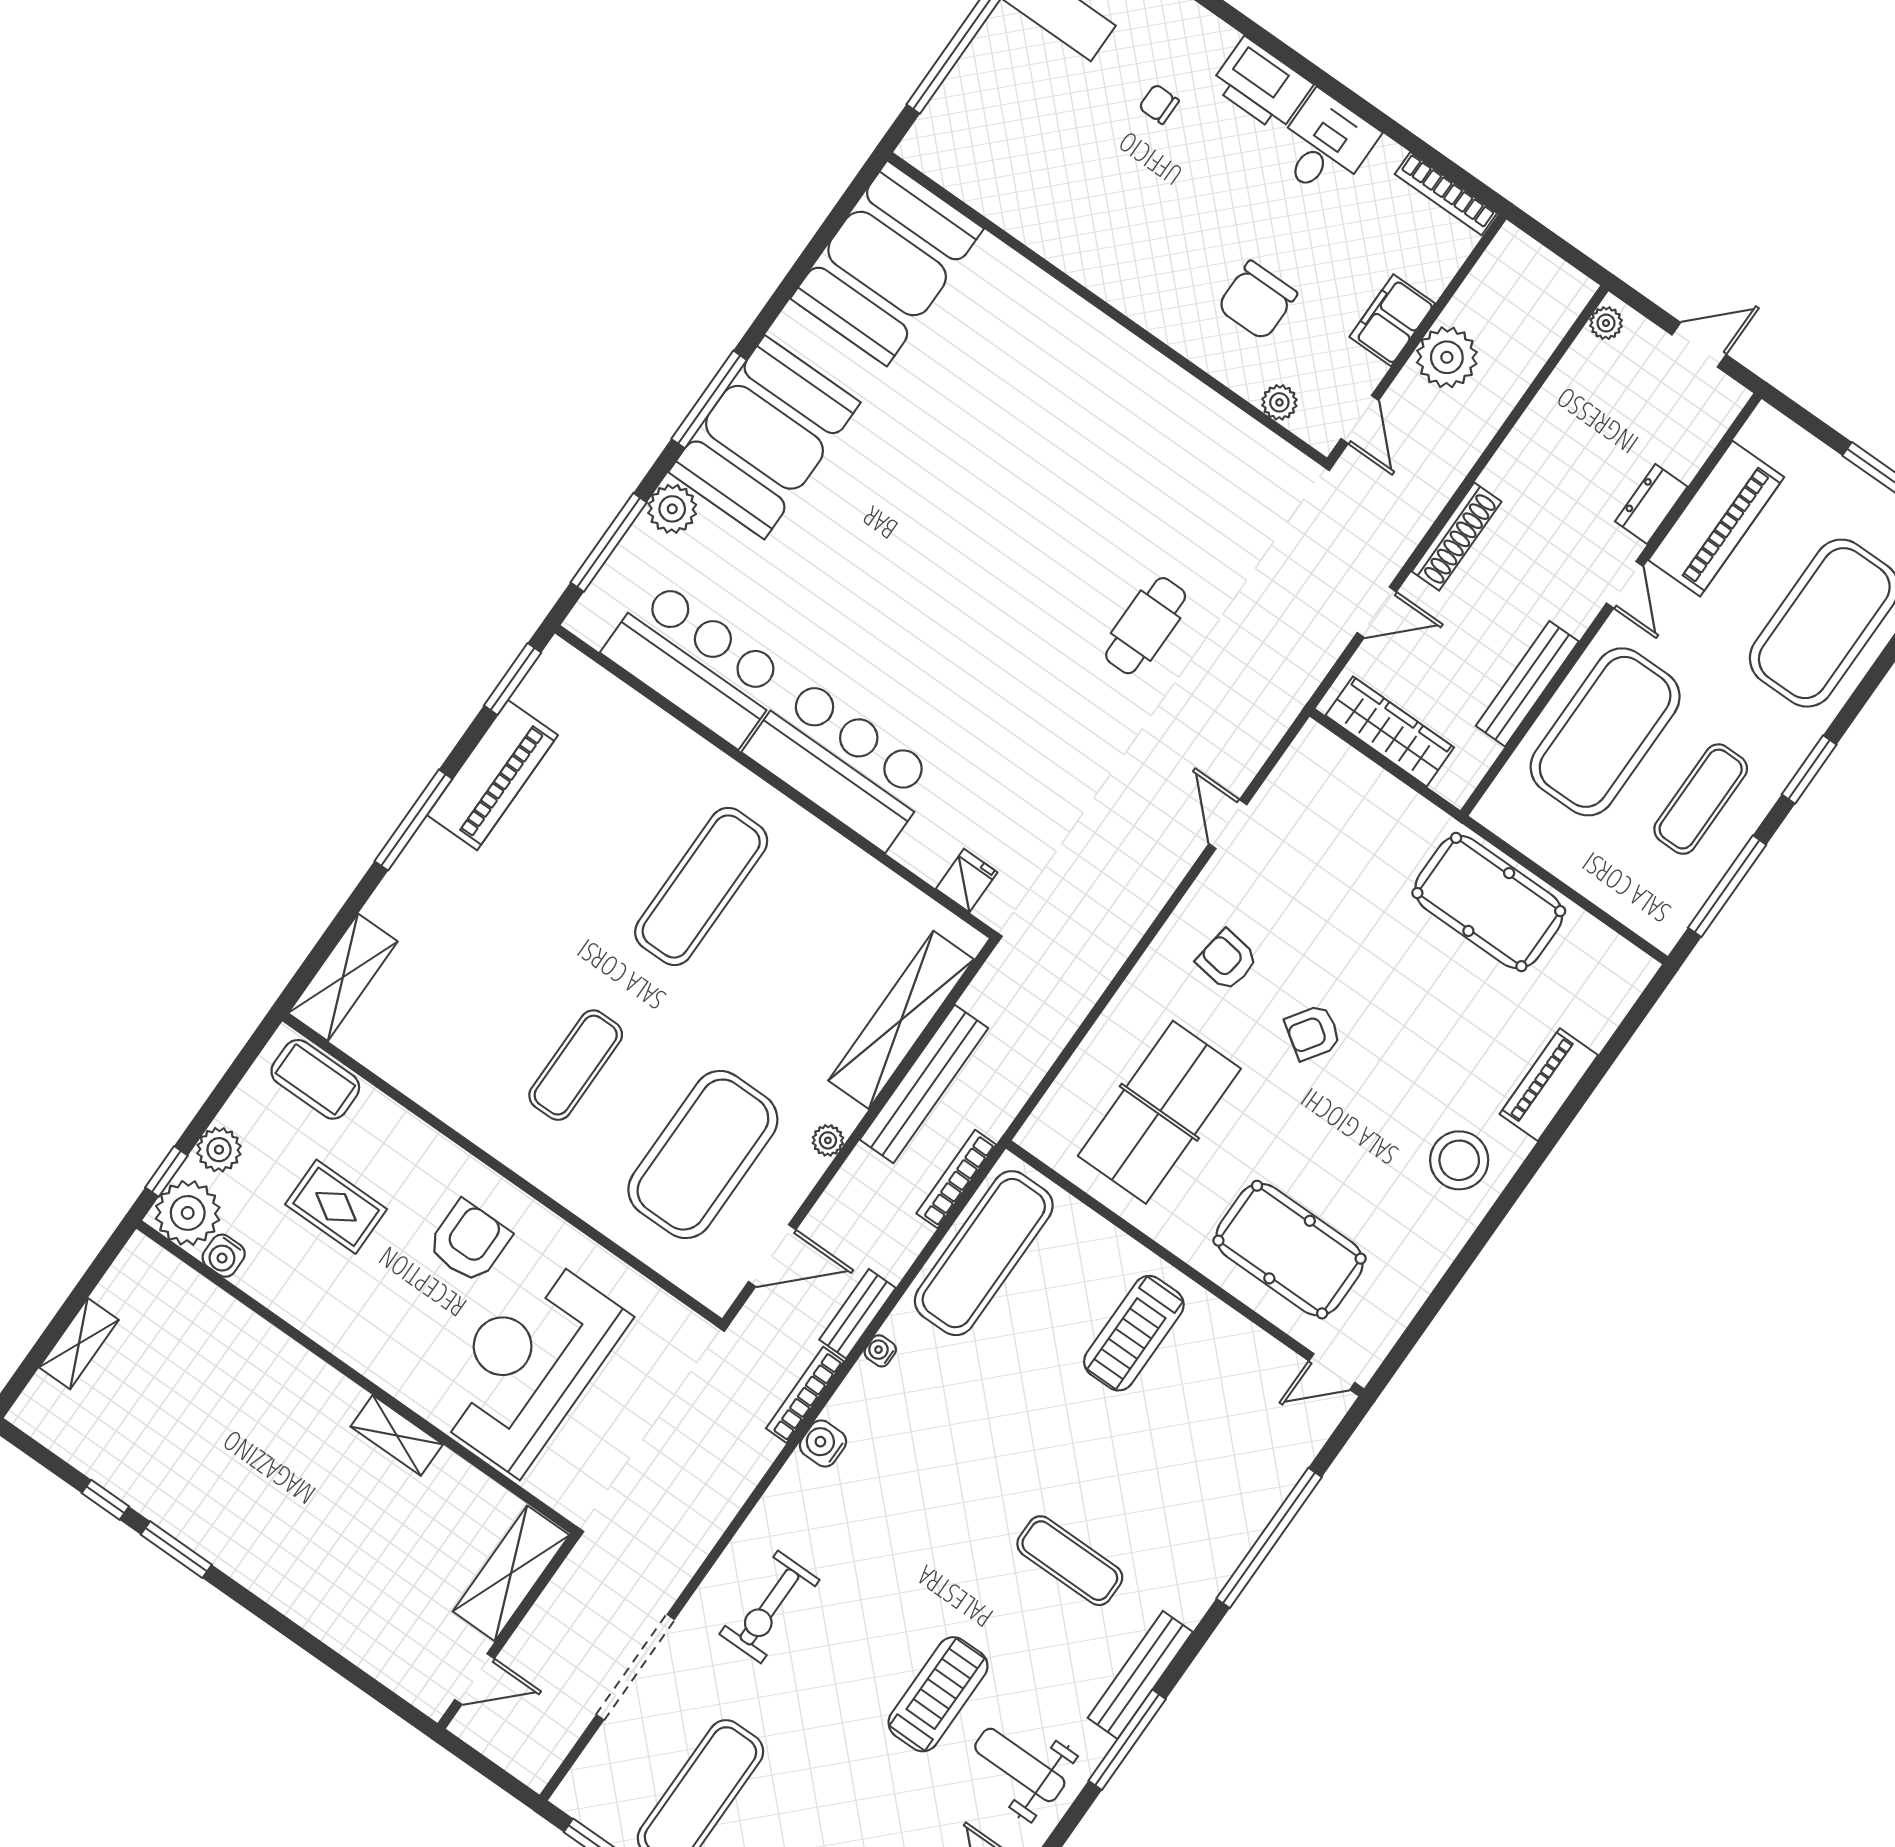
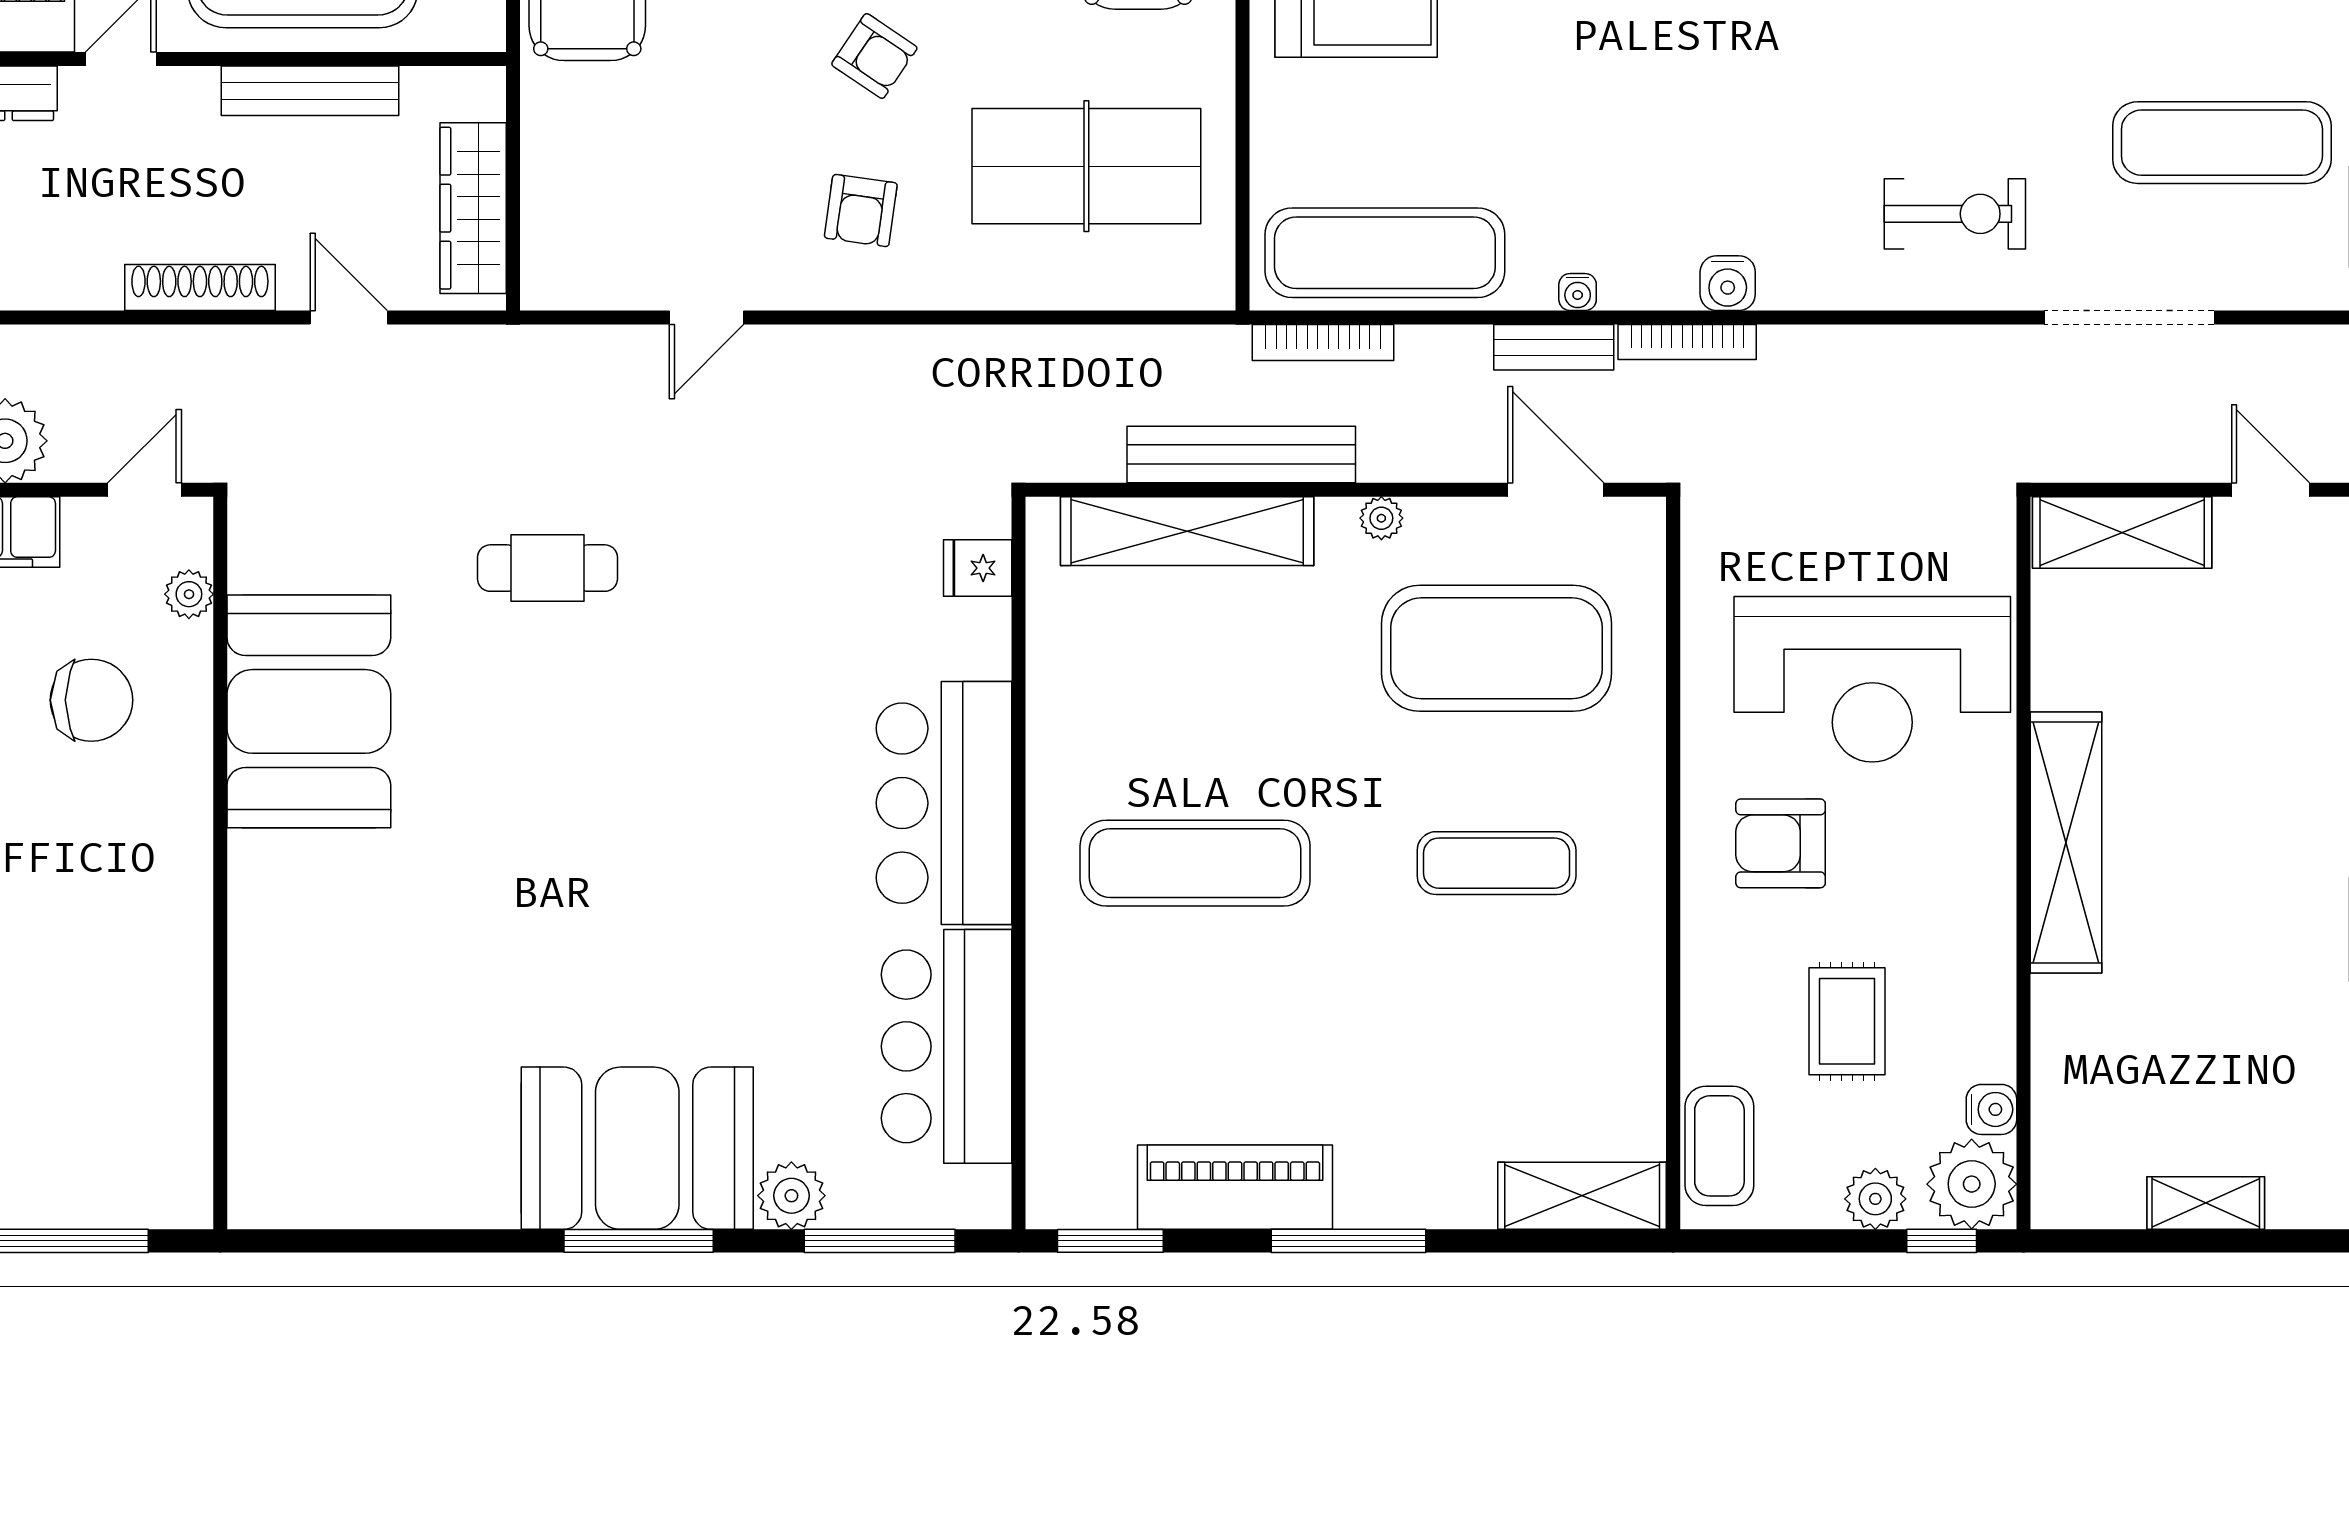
booth: (887, 264) -> (309, 711), moved, turned 90
shelving: (397, 1435) -> (2066, 842), width x2.20, depth x1.33

